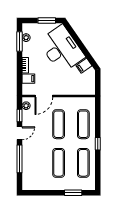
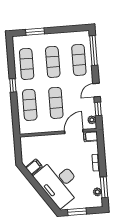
filing cabinet: (28, 79) -> (91, 136), moved
window: (19, 159) -> (93, 51), moved
exercise mat: (34, 163) -> (79, 60), added

